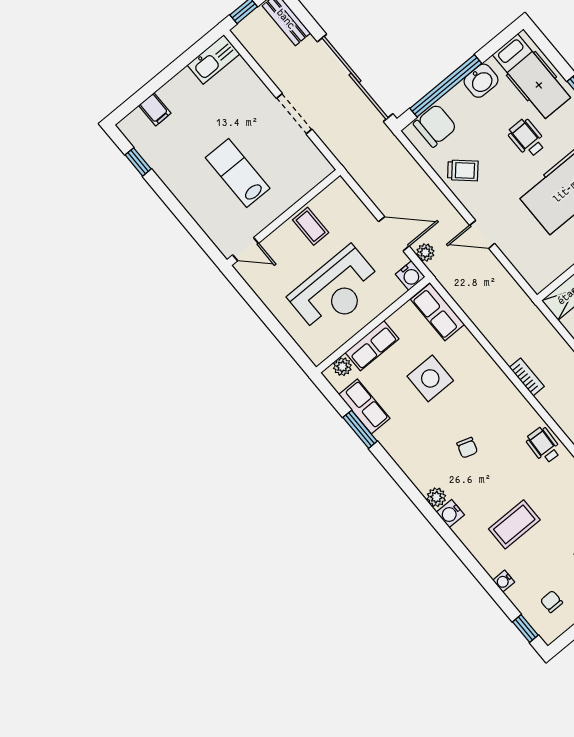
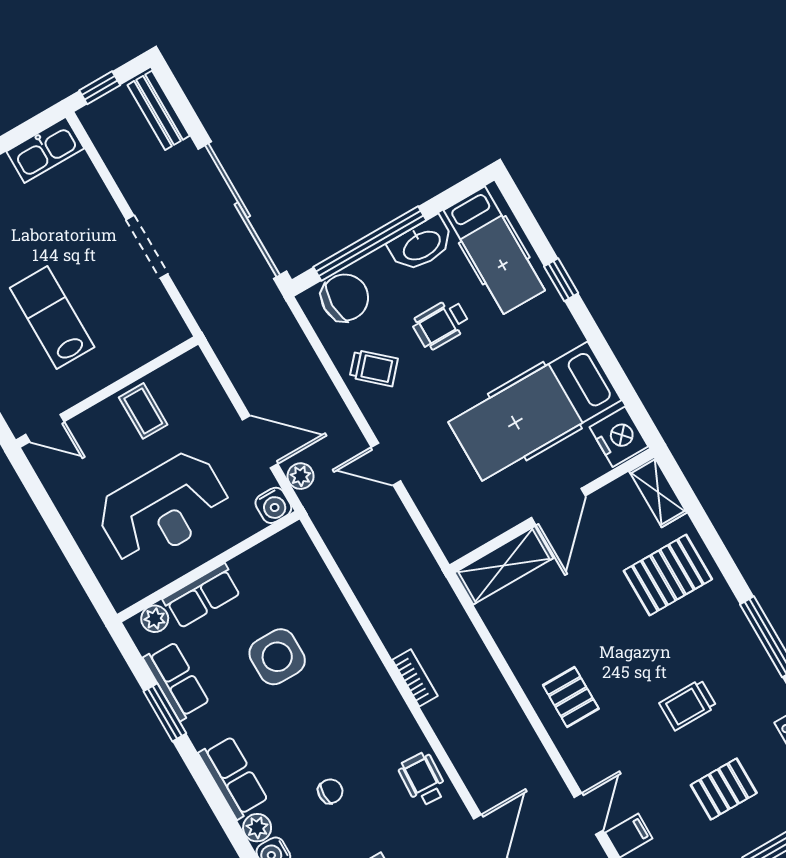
washbasin: (481, 81) -> (421, 245), width x1.38
wheelchair: (527, 138) -> (441, 324), moved, turned -90
row of seats: (438, 312) -> (233, 777), moved, turned 180
chair: (467, 448) -> (330, 791), moved, turned -108

